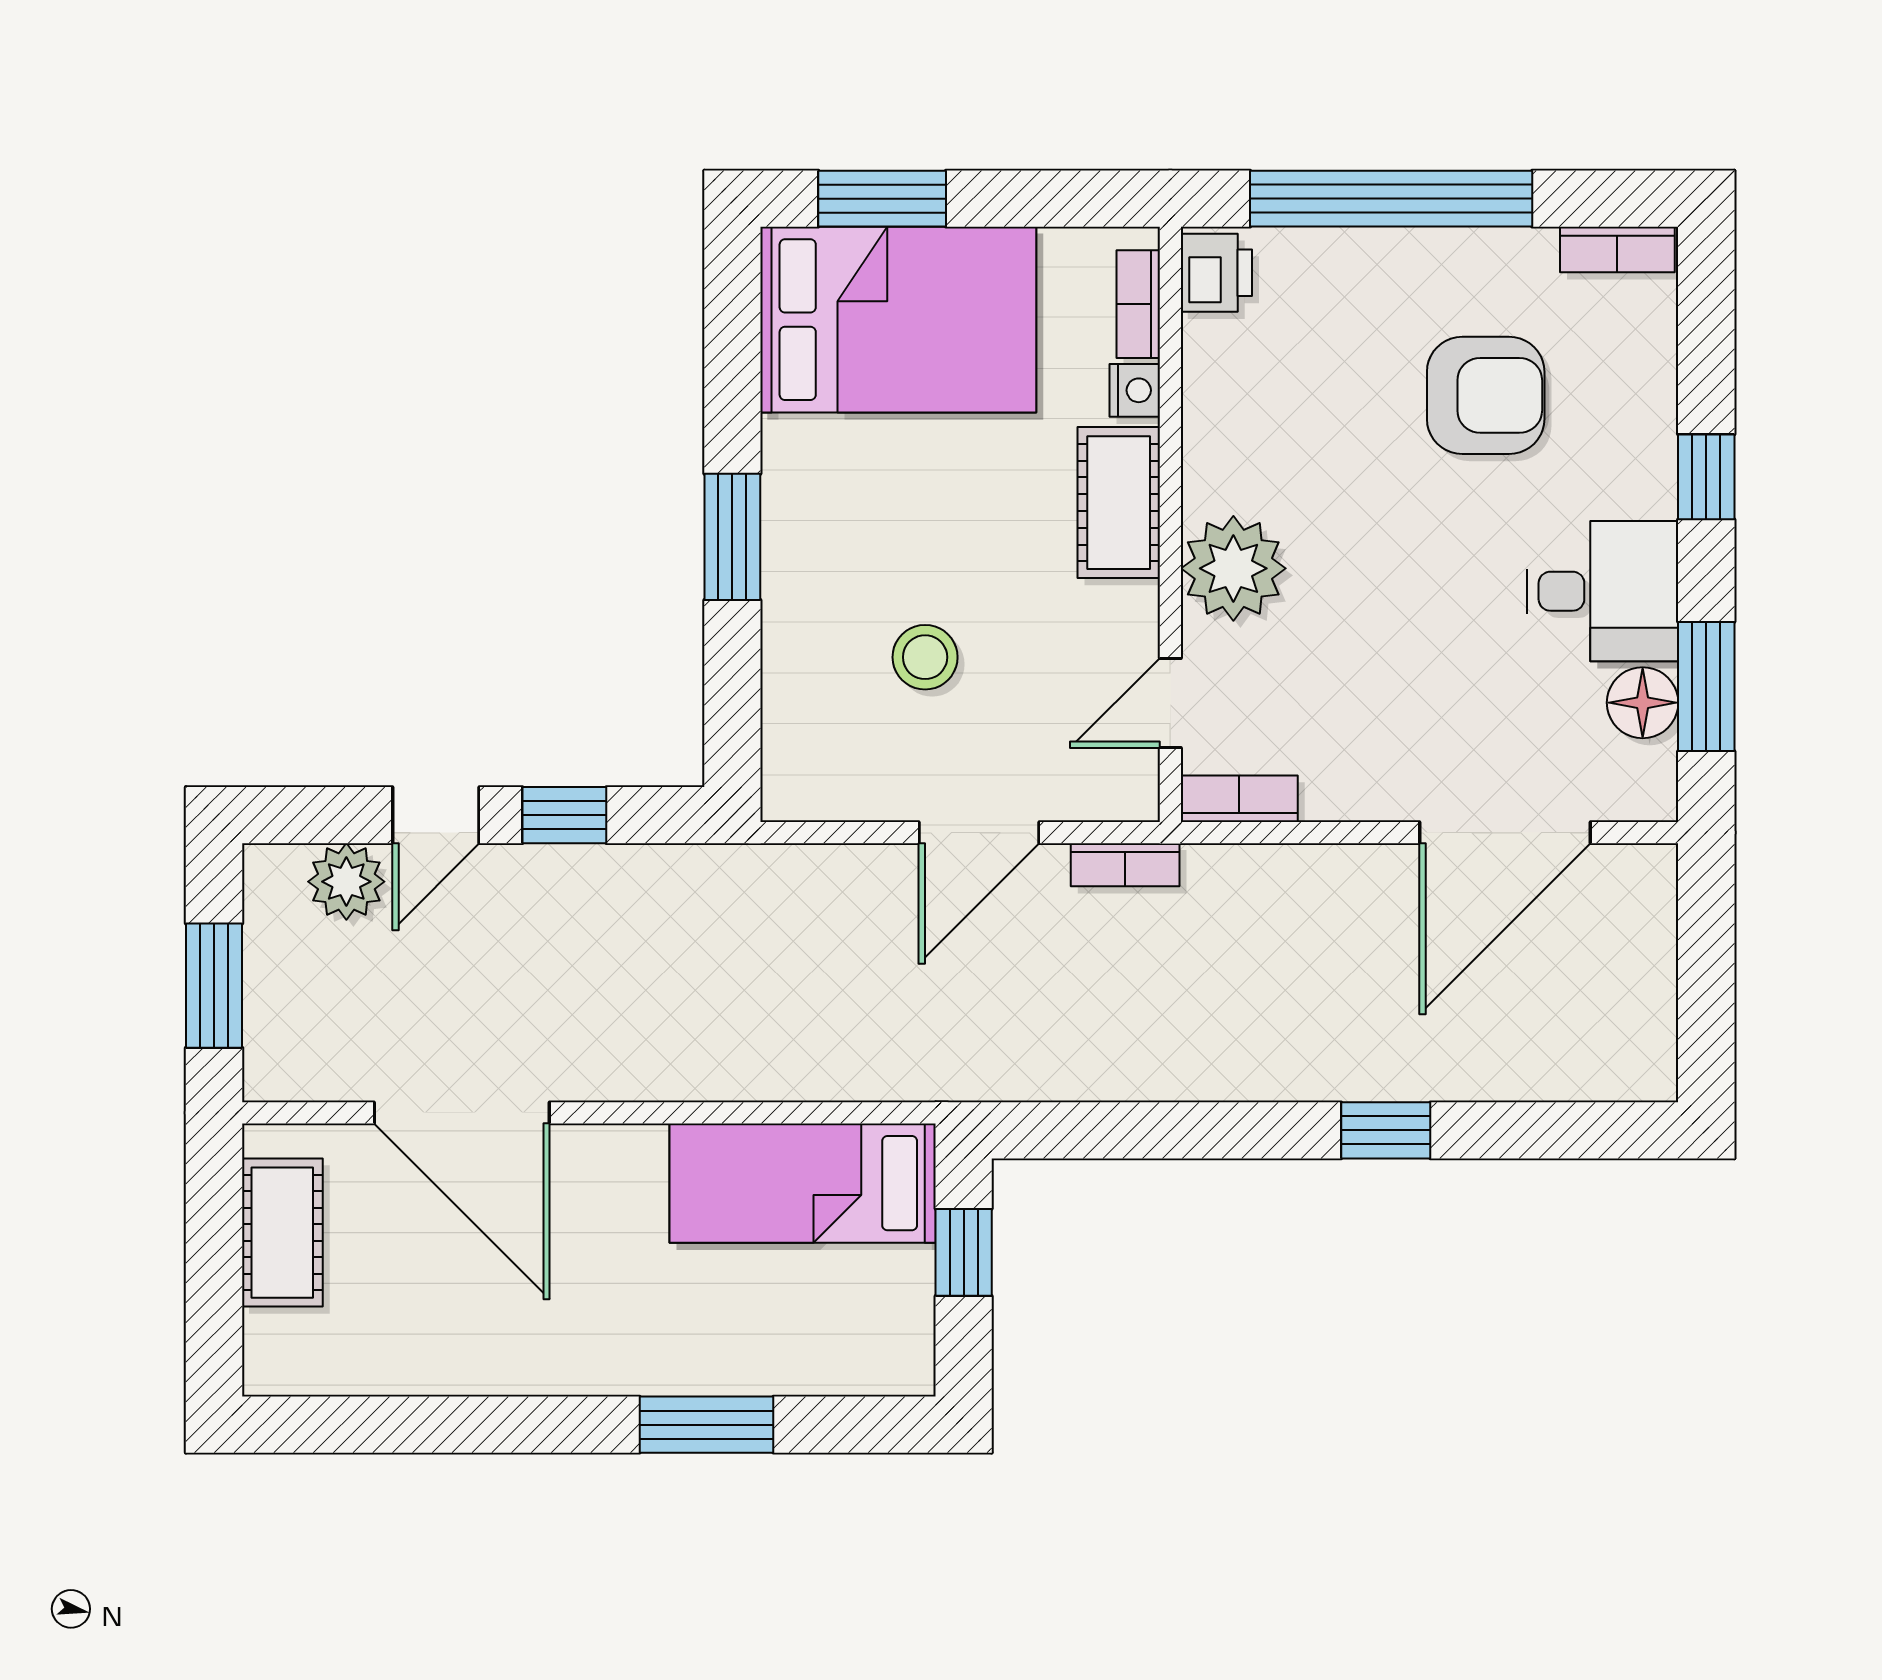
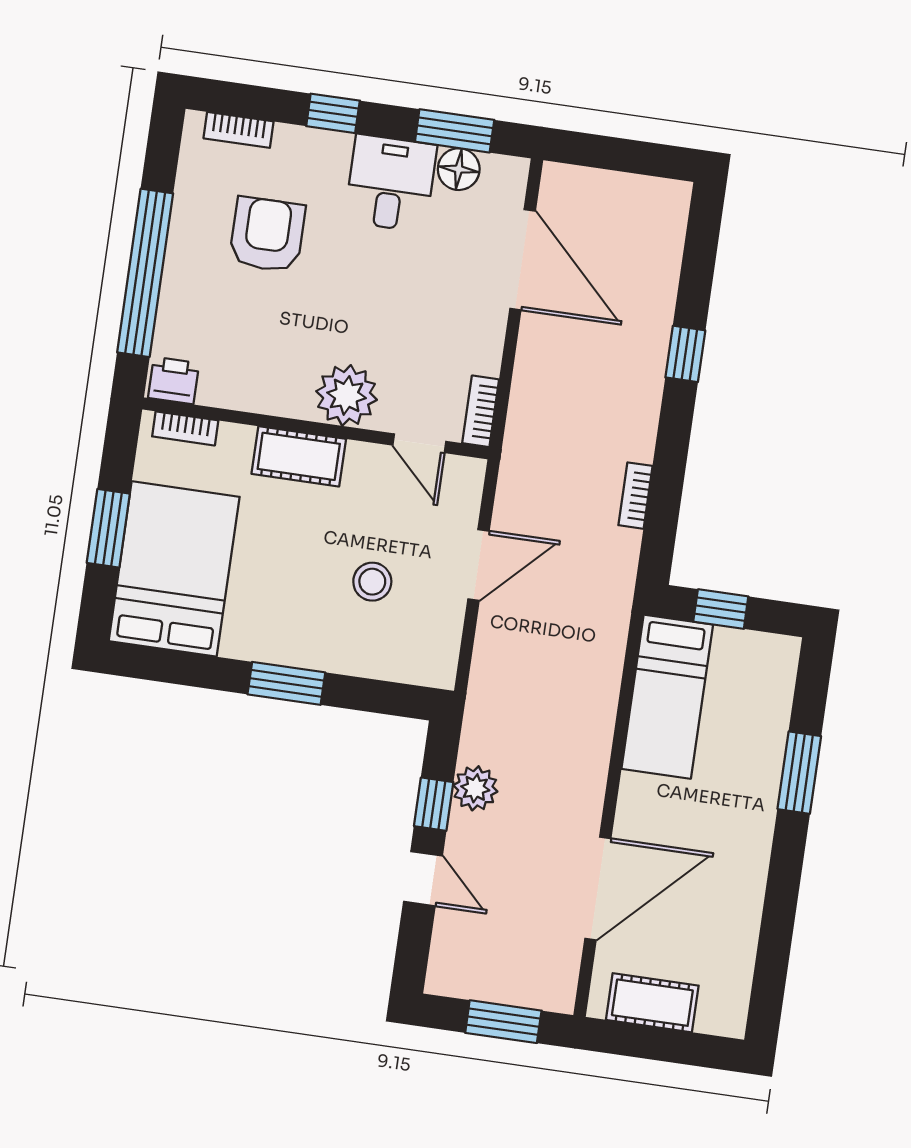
window: (882, 199) -> (108, 528), moved
bookcase: (1617, 249) -> (239, 130), moved, turned 90
nightstand: (1135, 390) -> (235, 438), removed
door: (979, 833) -> (479, 565), hinge flipped
bookcase: (1125, 865) -> (635, 496), moved, turned 180
plant: (346, 882) -> (475, 788), moved

